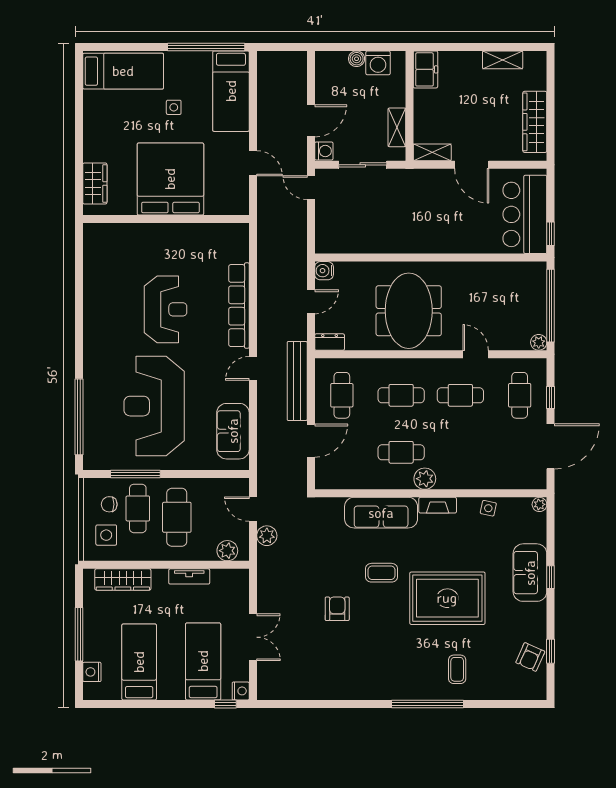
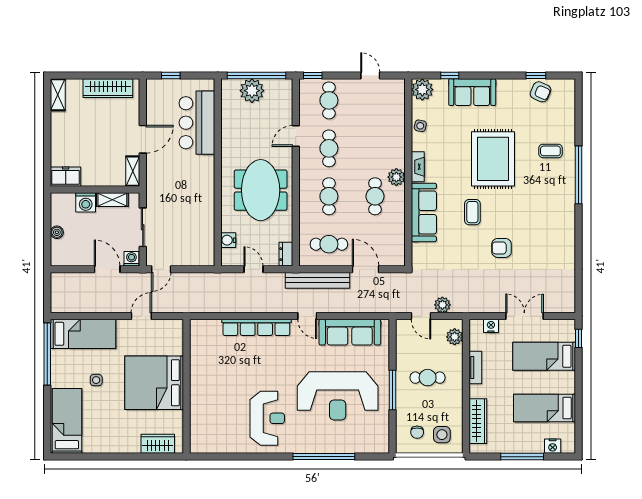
shelving: (503, 60) -> (58, 95), moved
washing machine: (378, 63) -> (86, 202), moved, turned 90
bar counter: (525, 214) -> (197, 123), moved, turned 90
window: (551, 234) -> (171, 75), moved
water cooler: (324, 271) -> (228, 240), moved, turned 90
reception desk: (166, 309) -> (267, 418), moved, turned 90
meeting table: (409, 311) -> (261, 190), turned 90
plant: (539, 342) -> (252, 91), moved, width x1.88, depth x1.88
cafe table: (520, 395) -> (329, 100), turned 90
window: (551, 398) -> (313, 75), moved
window: (79, 417) -> (324, 457), moved
sofa: (233, 431) -> (350, 332), width x1.36
door: (551, 446) -> (370, 75), width x0.53
window: (135, 474) -> (393, 390), moved
plant: (539, 504) -> (422, 90), width x1.88, depth x1.88
cafe table: (138, 508) -> (420, 409), removed
door: (253, 509) -> (421, 316), hinge flipped
cafe table: (177, 517) -> (428, 378), width x0.73, depth x0.74
window: (551, 577) -> (450, 75), moved
nightstand: (241, 691) -> (491, 326), moved

